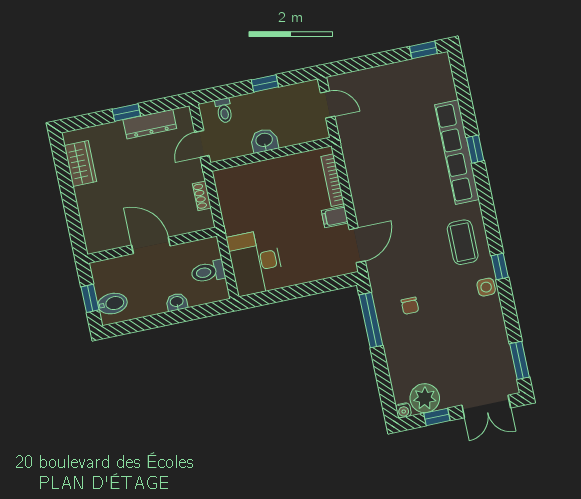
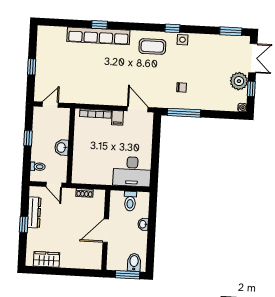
window: (423, 50) -> (32, 67), moved
window: (90, 298) -> (127, 275), width x1.50
plant: (425, 398) -> (239, 81), moved

